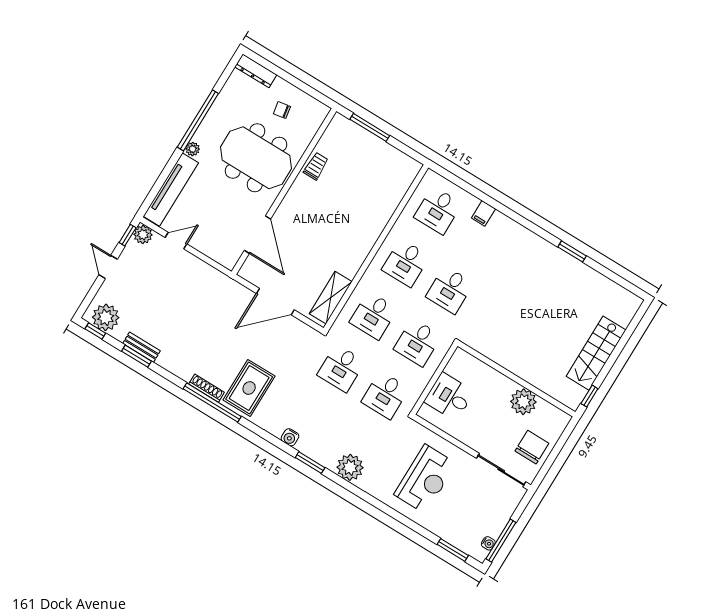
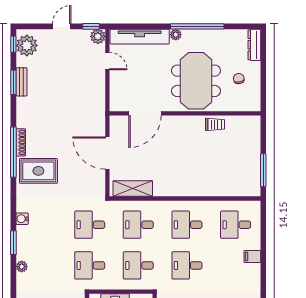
window: (370, 127) -> (263, 170), moved
plant: (350, 467) -> (22, 267), width x0.53, depth x0.53

